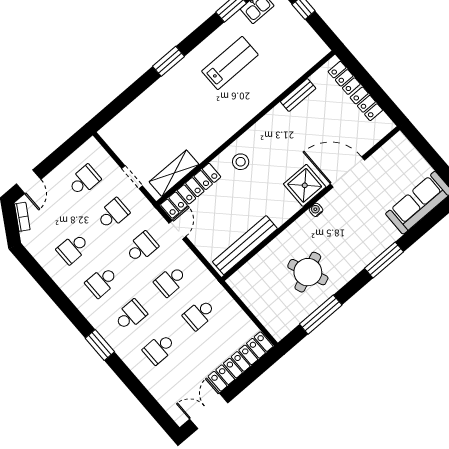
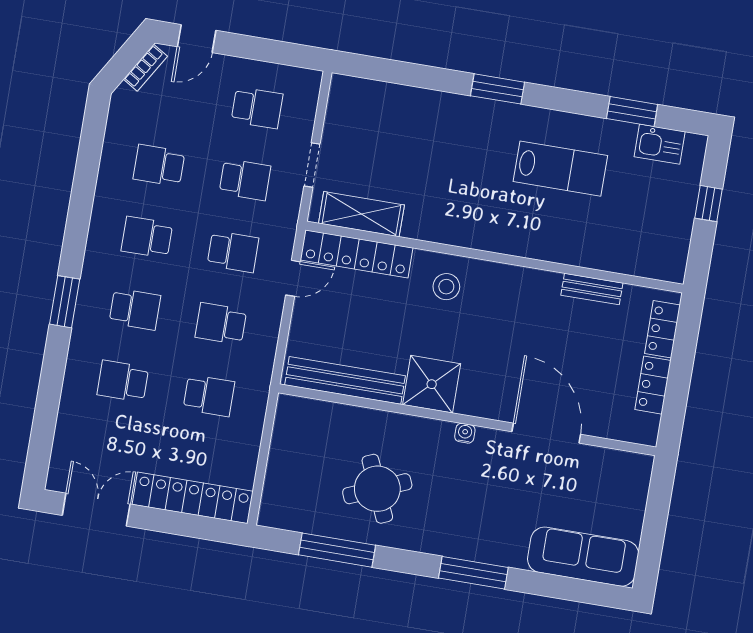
shower: (305, 185) -> (432, 384), moved
school desk: (199, 314) -> (209, 396), turned 180

